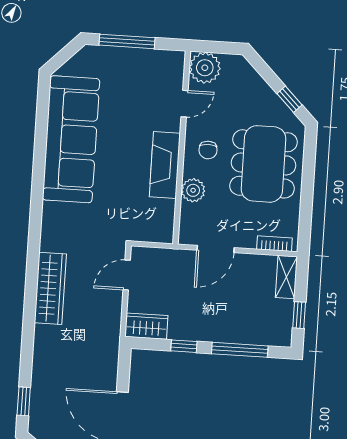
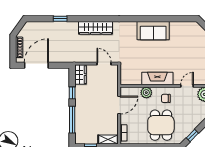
door: (185, 104) -> (187, 86), swing flipped
sofa: (71, 139) -> (153, 31), width x0.54, depth x0.79
dining table: (264, 164) -> (161, 125), width x0.73
door: (216, 249) -> (119, 105), swing flipped
window: (24, 401) -> (60, 19), moved

